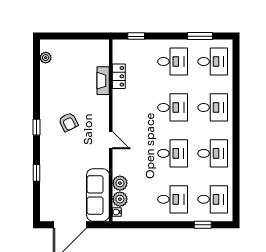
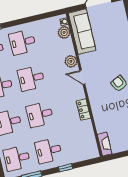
window: (136, 36) -> (65, 168), moved
locker: (119, 76) -> (83, 110), moved
fireplace: (103, 81) -> (105, 144), moved
plant: (120, 183) -> (71, 61), moved

